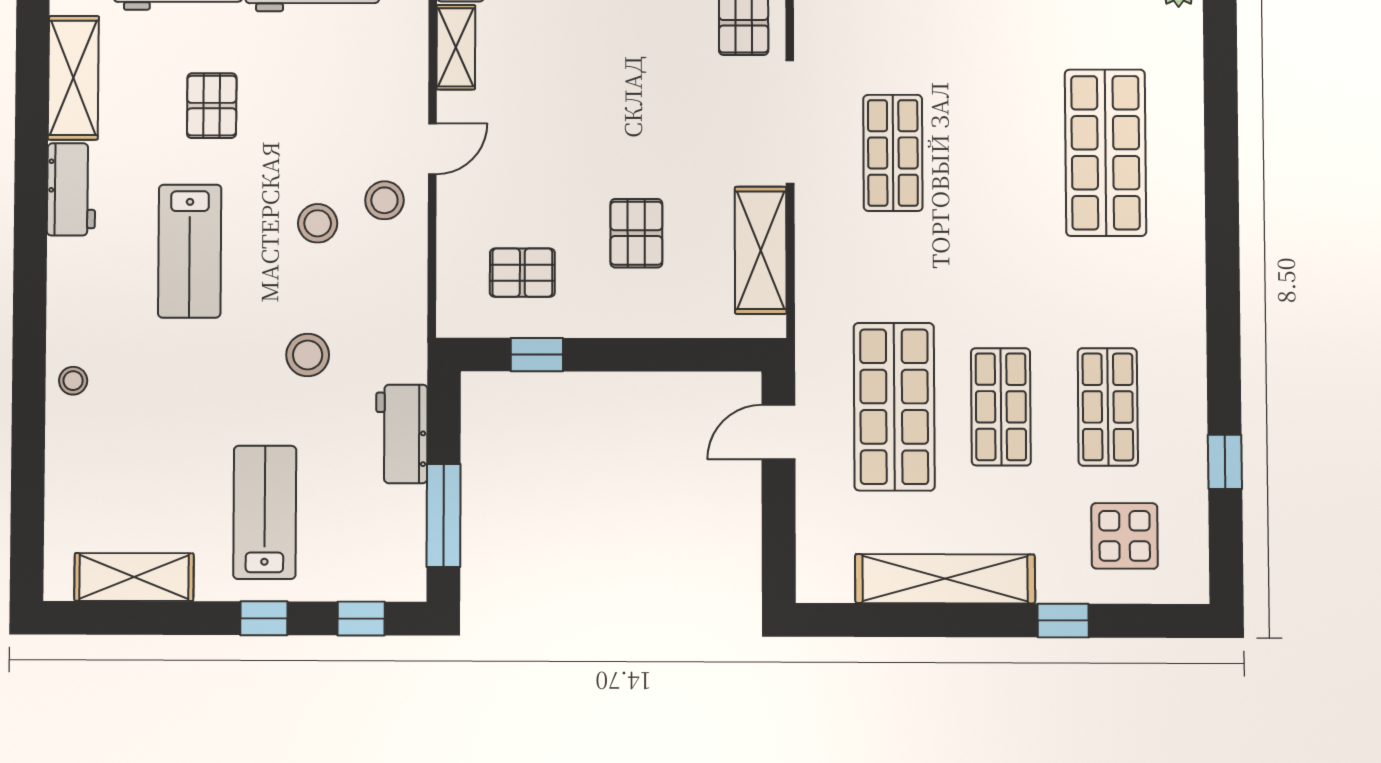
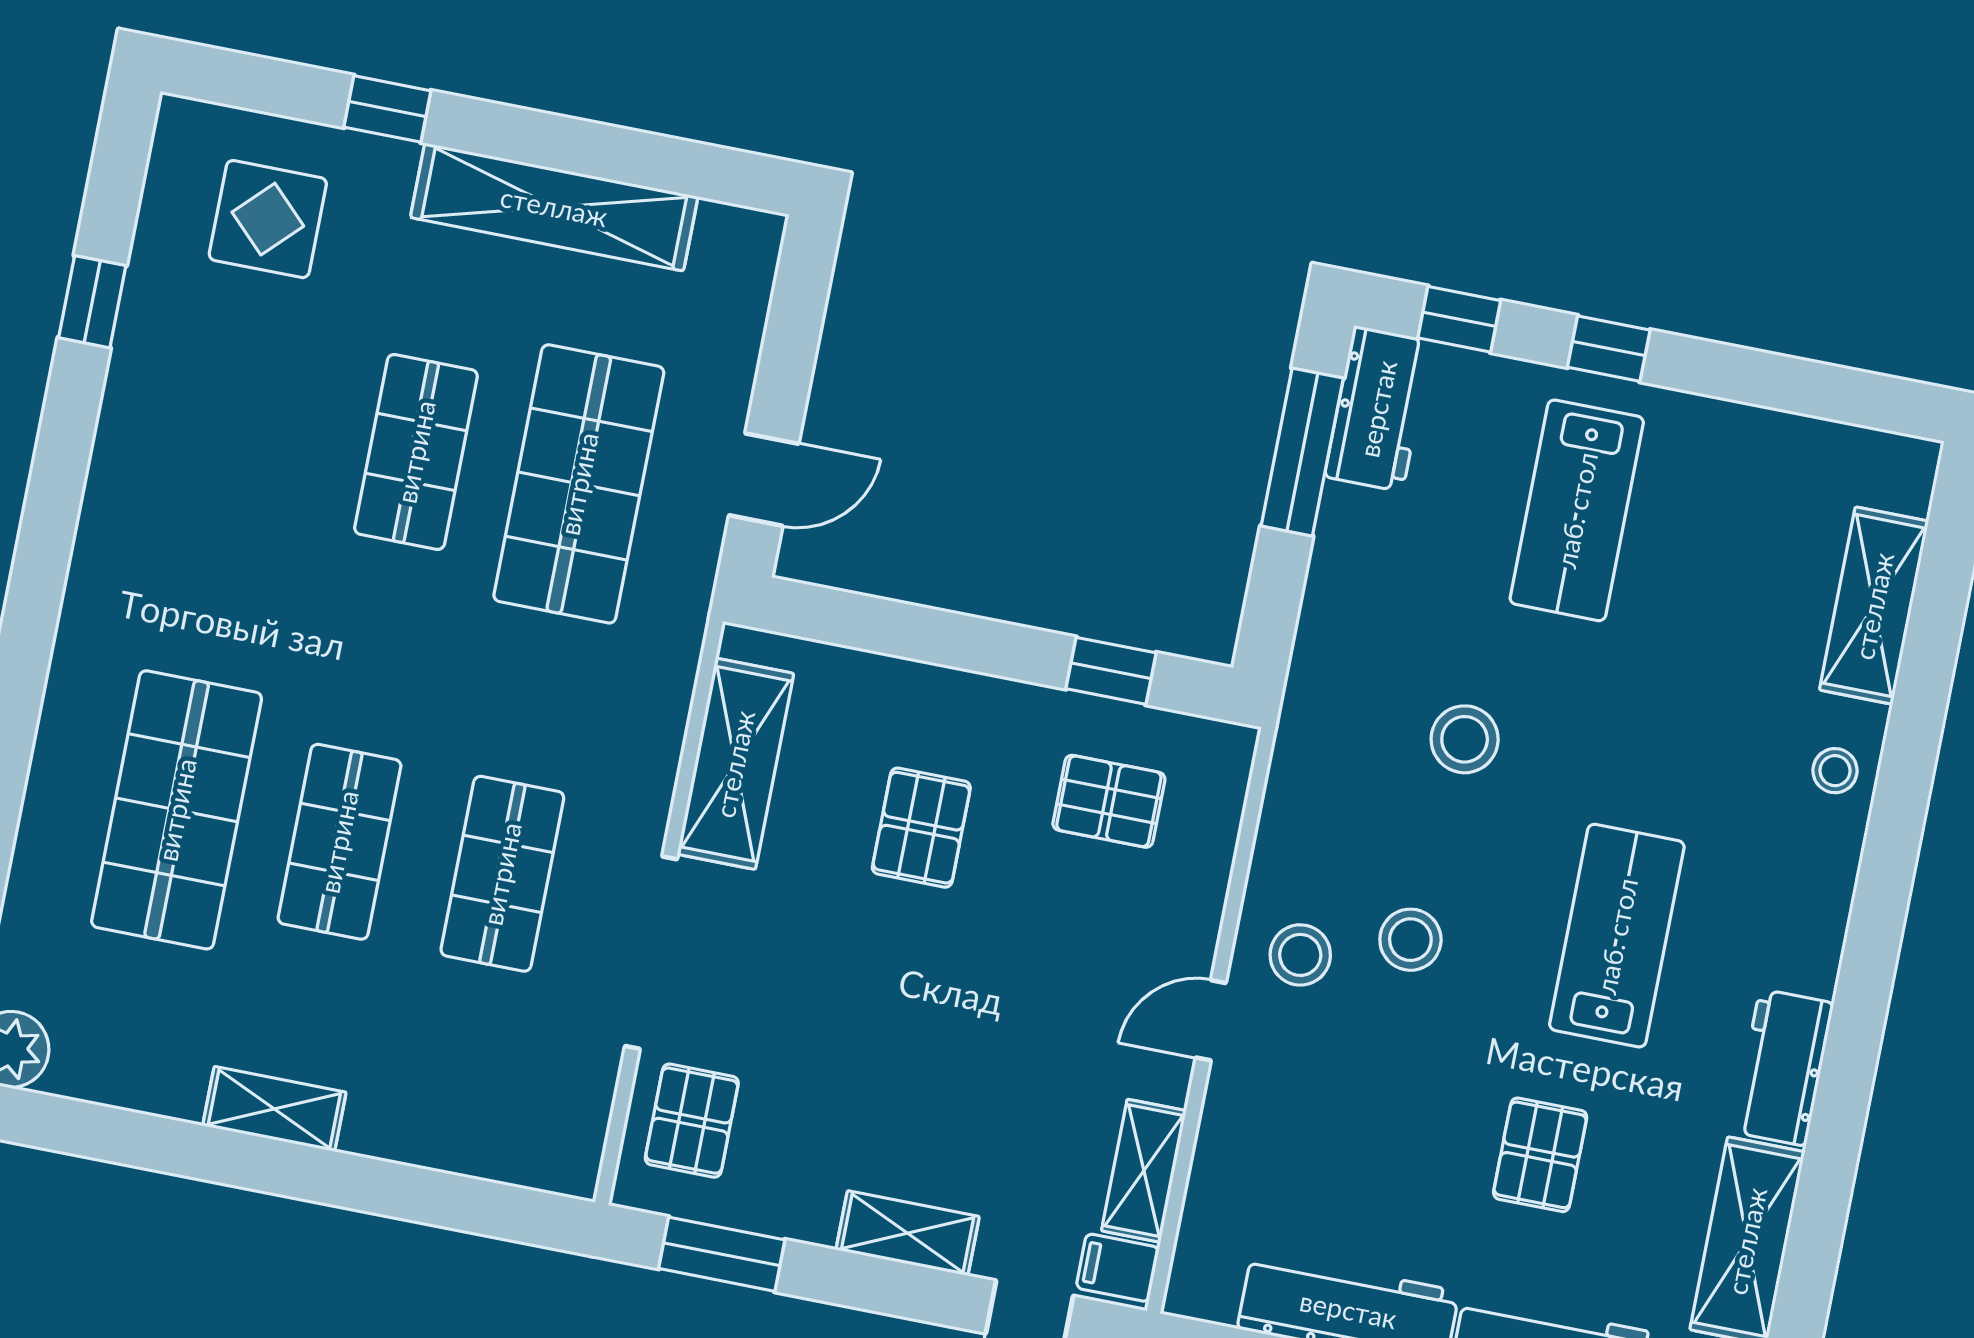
shop shelf: (1108, 407) -> (339, 842), moved
workbench: (402, 434) -> (1378, 409), moved
shelving: (134, 577) -> (1874, 606), moved, turned 90

